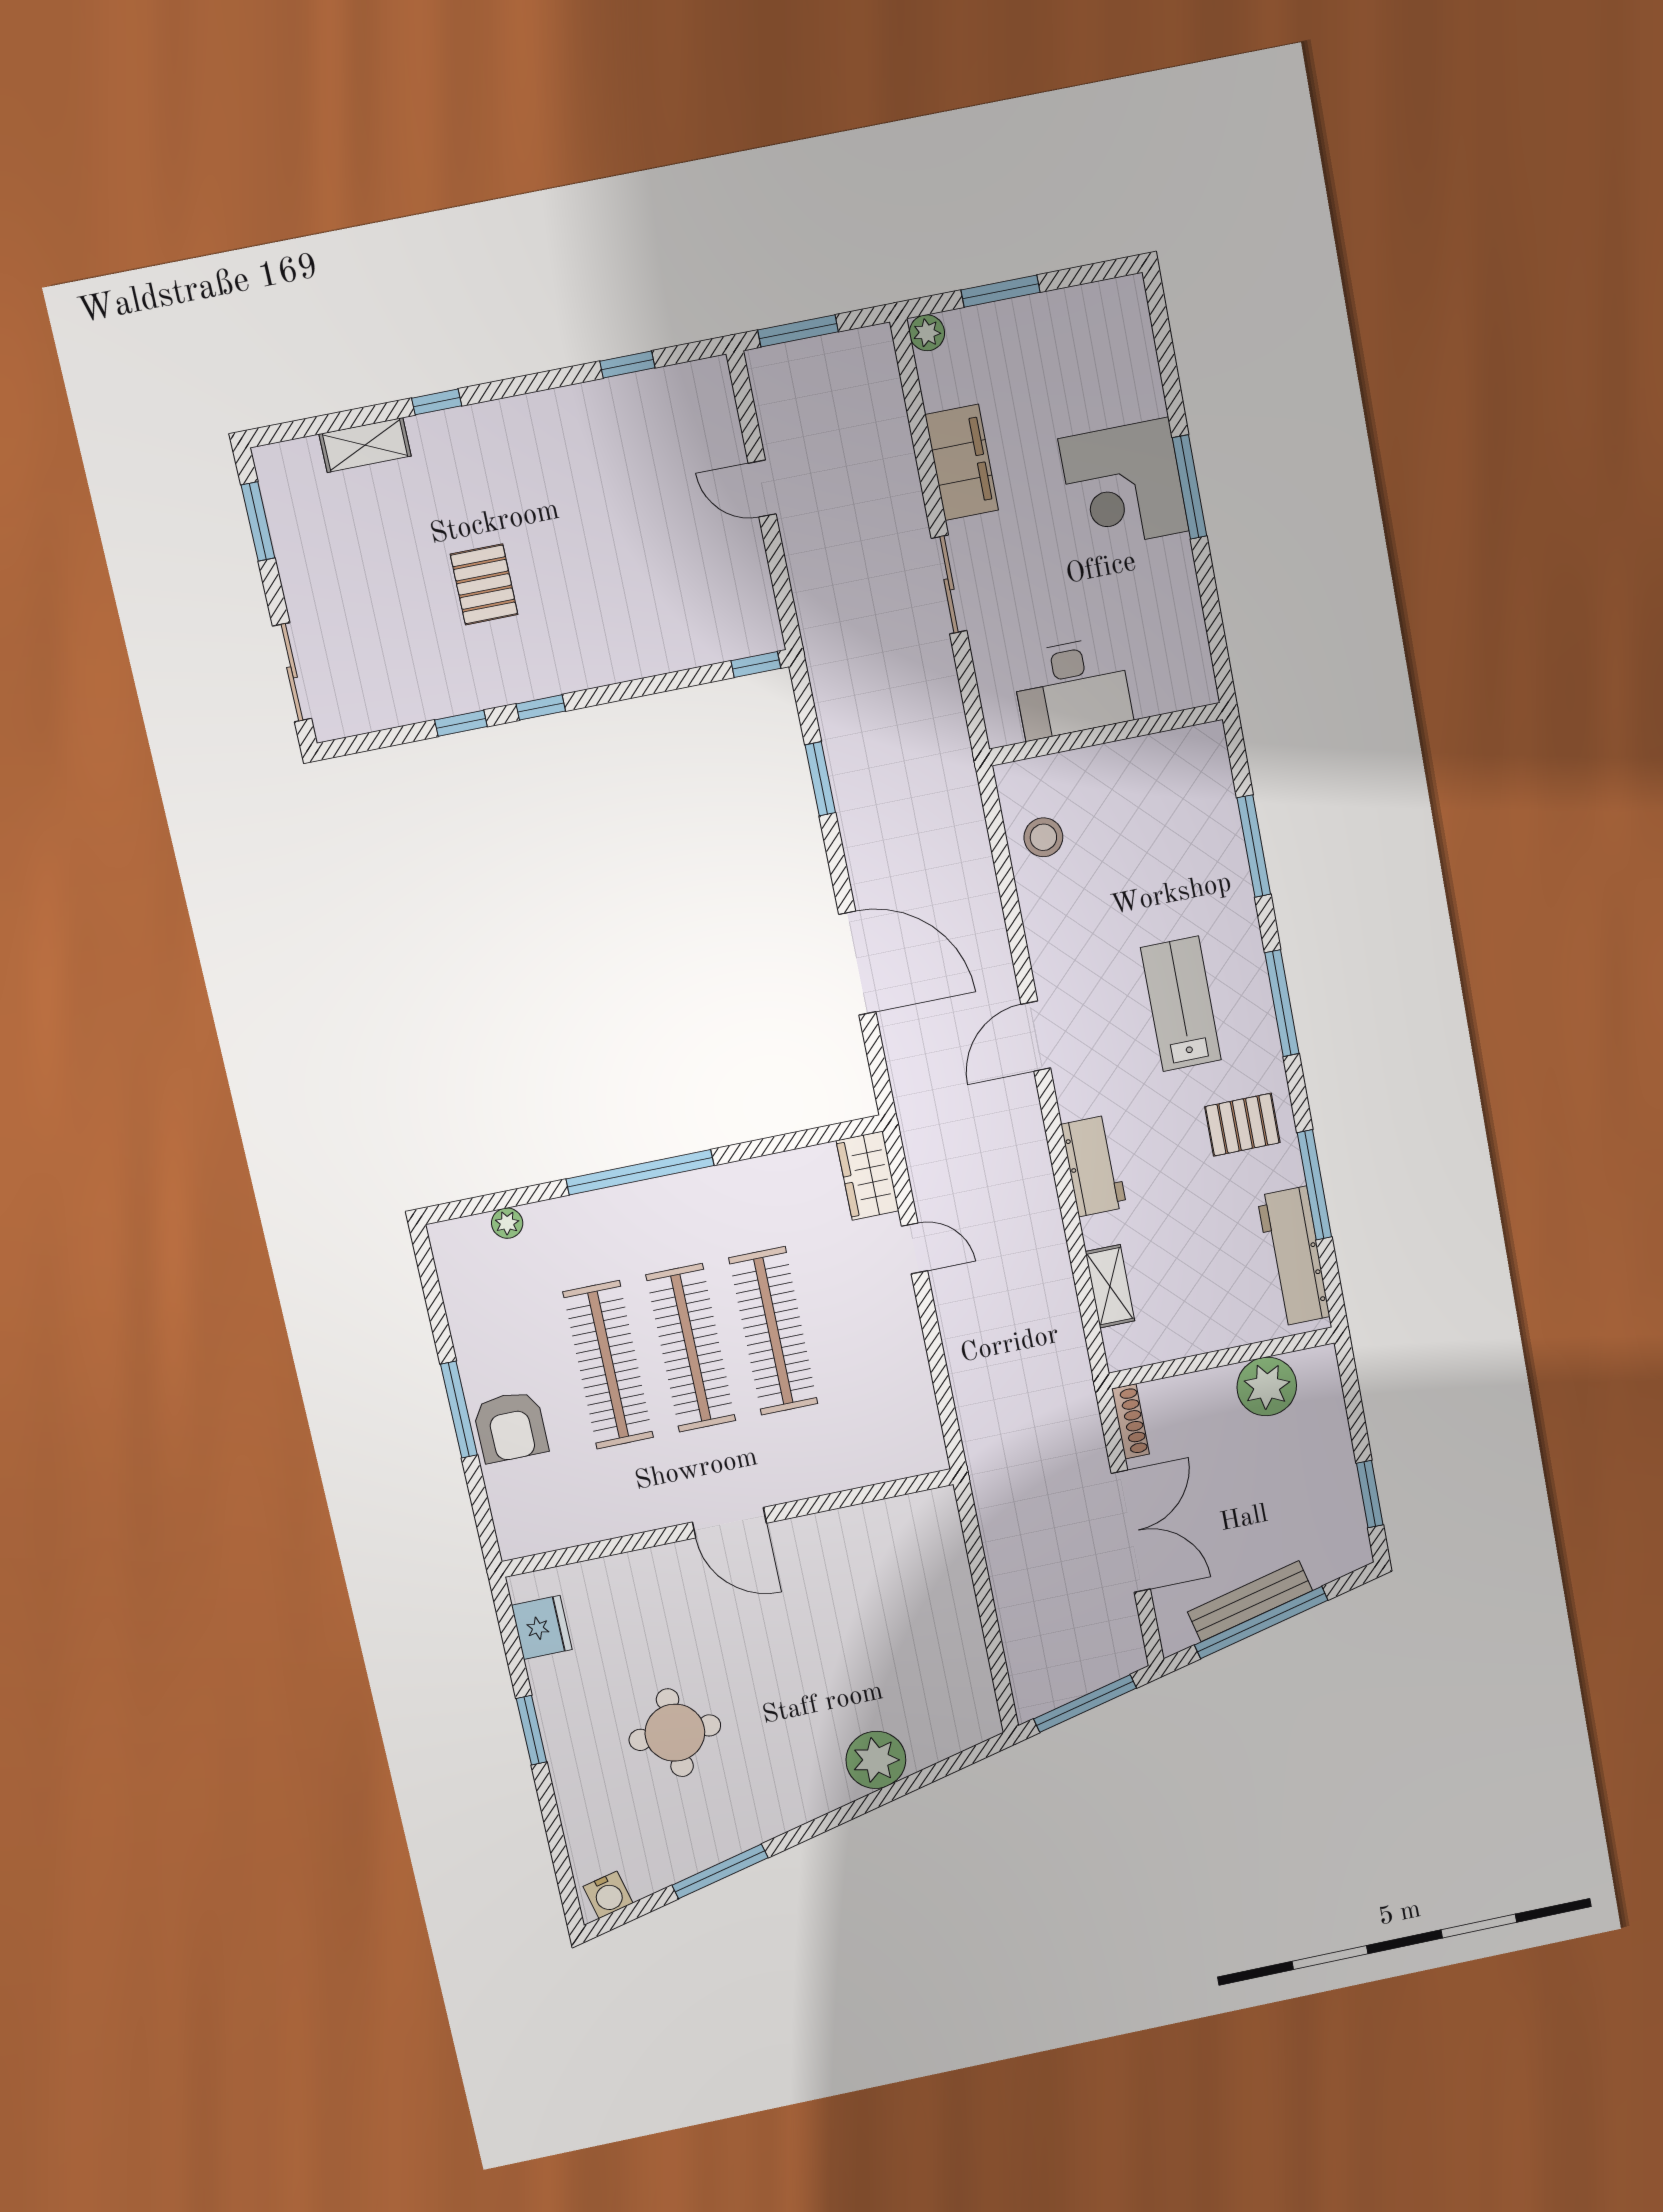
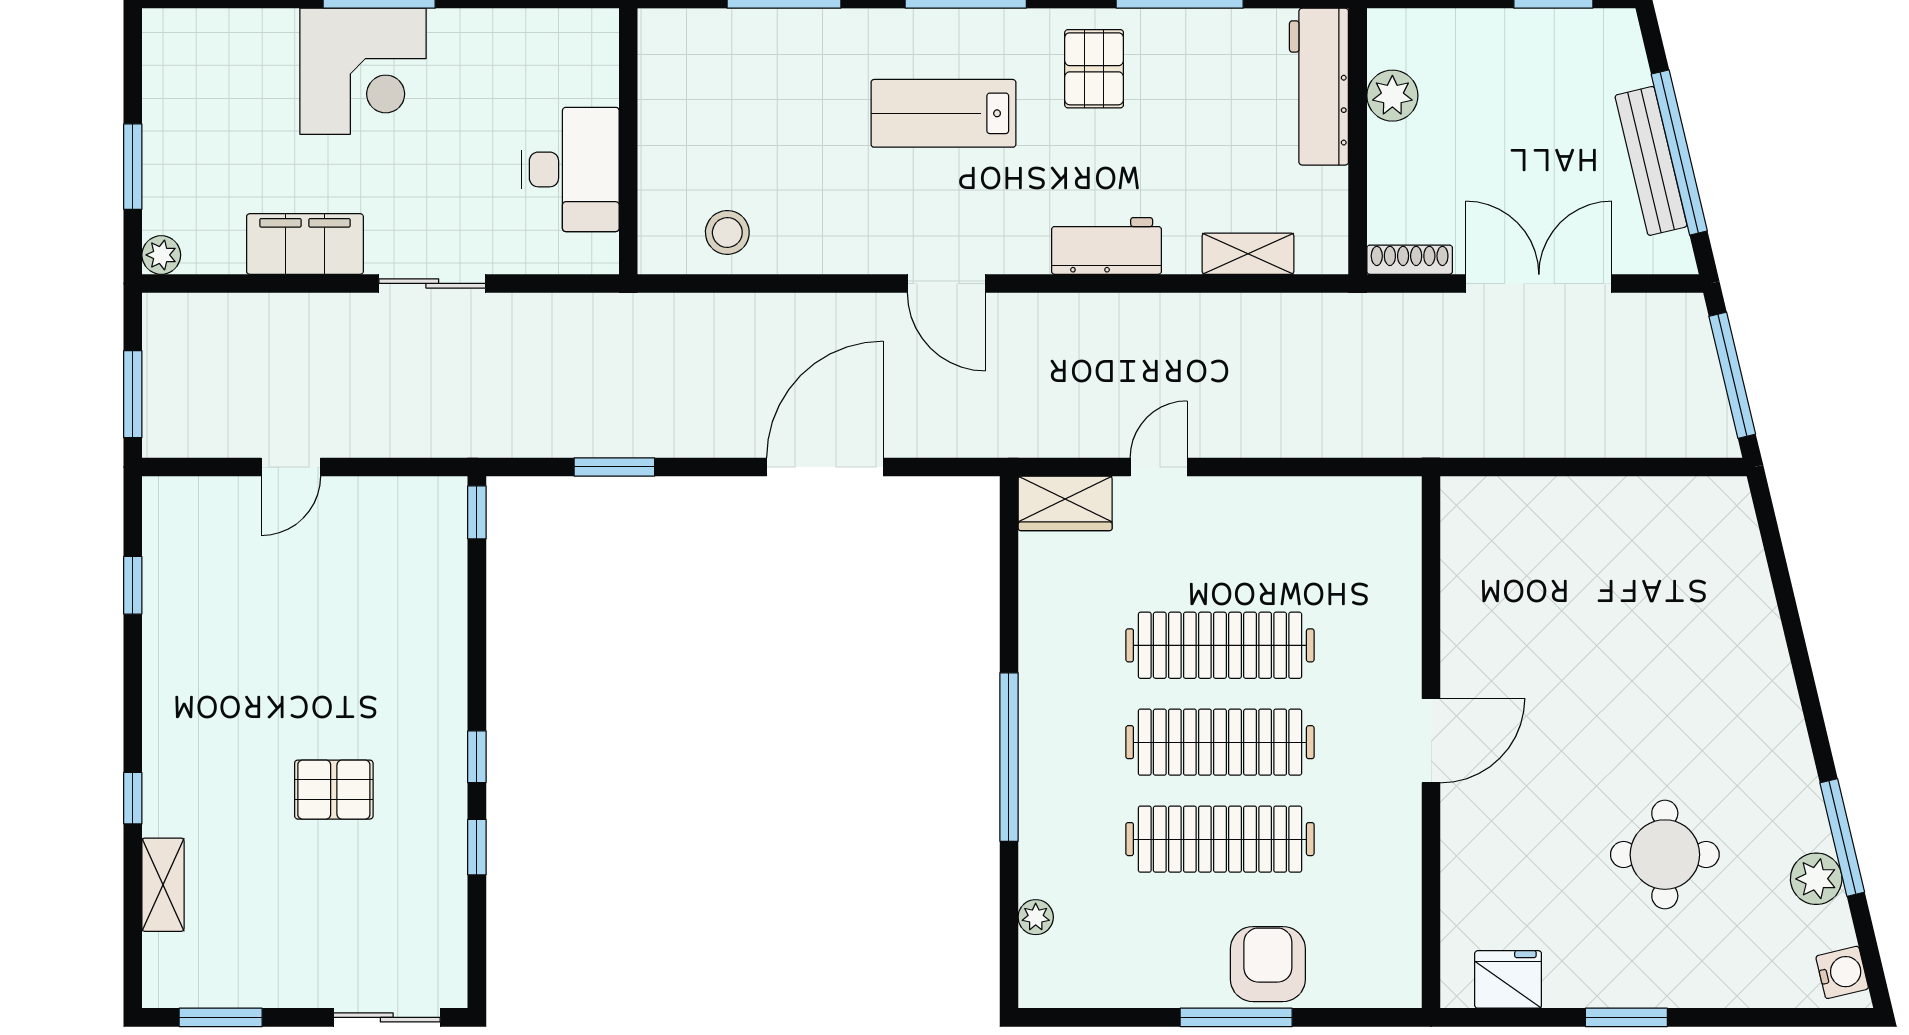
workbench: (1294, 1256) -> (1319, 87), moved, turned 90
plant: (1267, 1386) -> (1392, 96), width x0.73, depth x0.73
armchair: (510, 1427) -> (1268, 964), turned -90
plant: (876, 1760) -> (1816, 879), moved, width x0.73, depth x0.73

